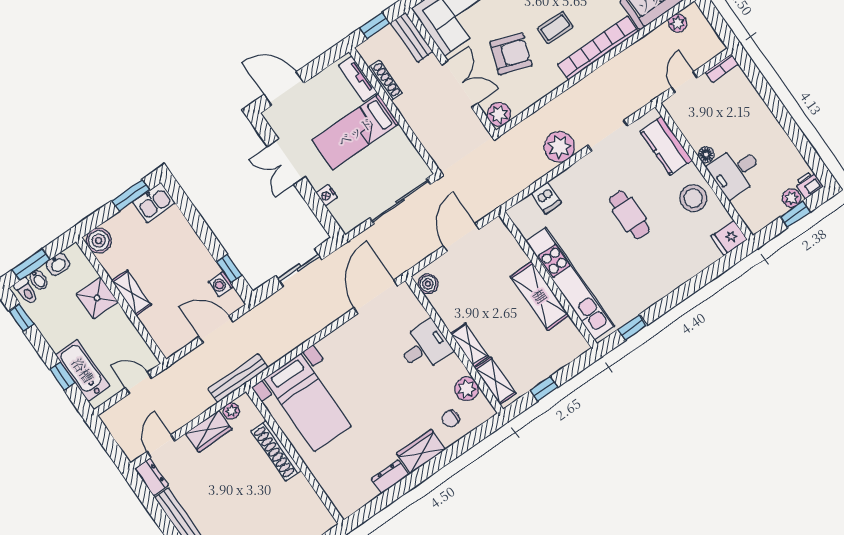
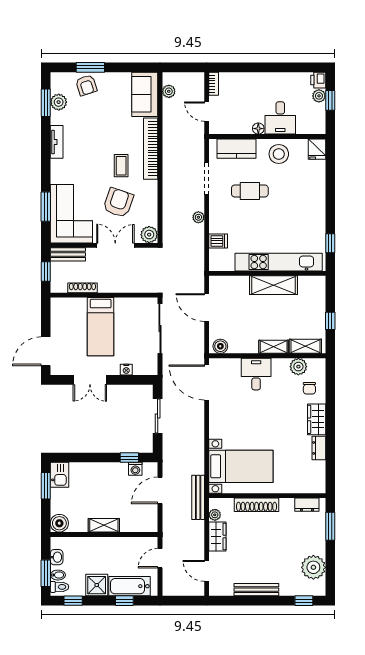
tv unit: (358, 79) -> (70, 304), removed
plant: (559, 147) -> (198, 217), width x0.53, depth x0.53
cafe table: (629, 215) -> (250, 191), moved
shower: (97, 298) -> (97, 585), moved
dresser: (152, 477) -> (307, 505), moved, turned 180

